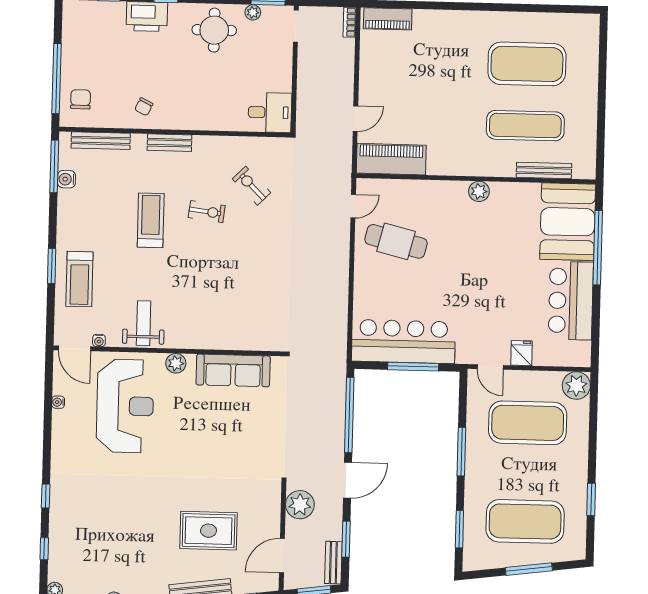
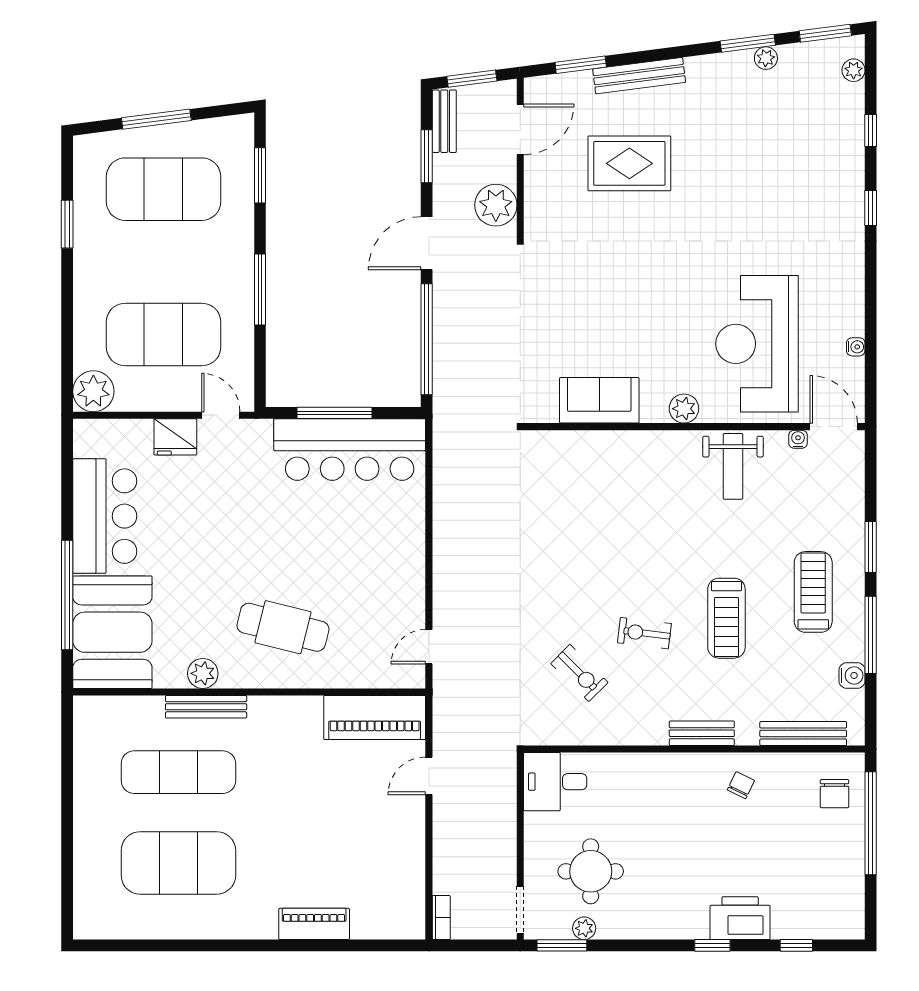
piano: (388, 19) -> (314, 924), moved
round table: (214, 30) -> (591, 871), moved
window: (54, 166) -> (871, 635), moved
bench: (544, 170) -> (206, 707), moved
plant: (479, 191) -> (203, 673), moved
cafe table: (396, 241) -> (283, 627), moved
treadmill: (79, 279) -> (813, 592), moved
fridge: (522, 353) -> (175, 437), width x1.38
sofa: (233, 370) -> (599, 400), width x0.73

